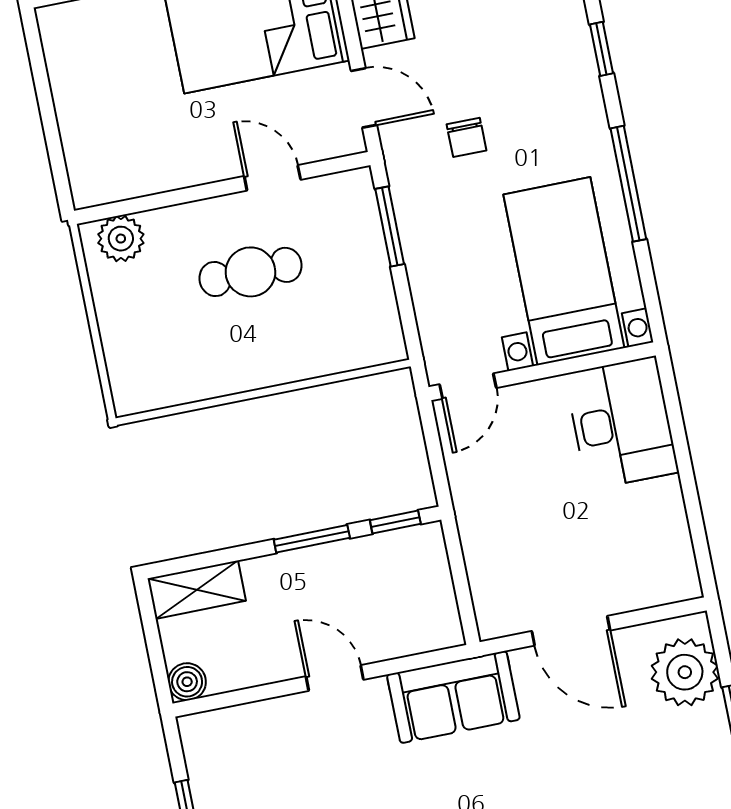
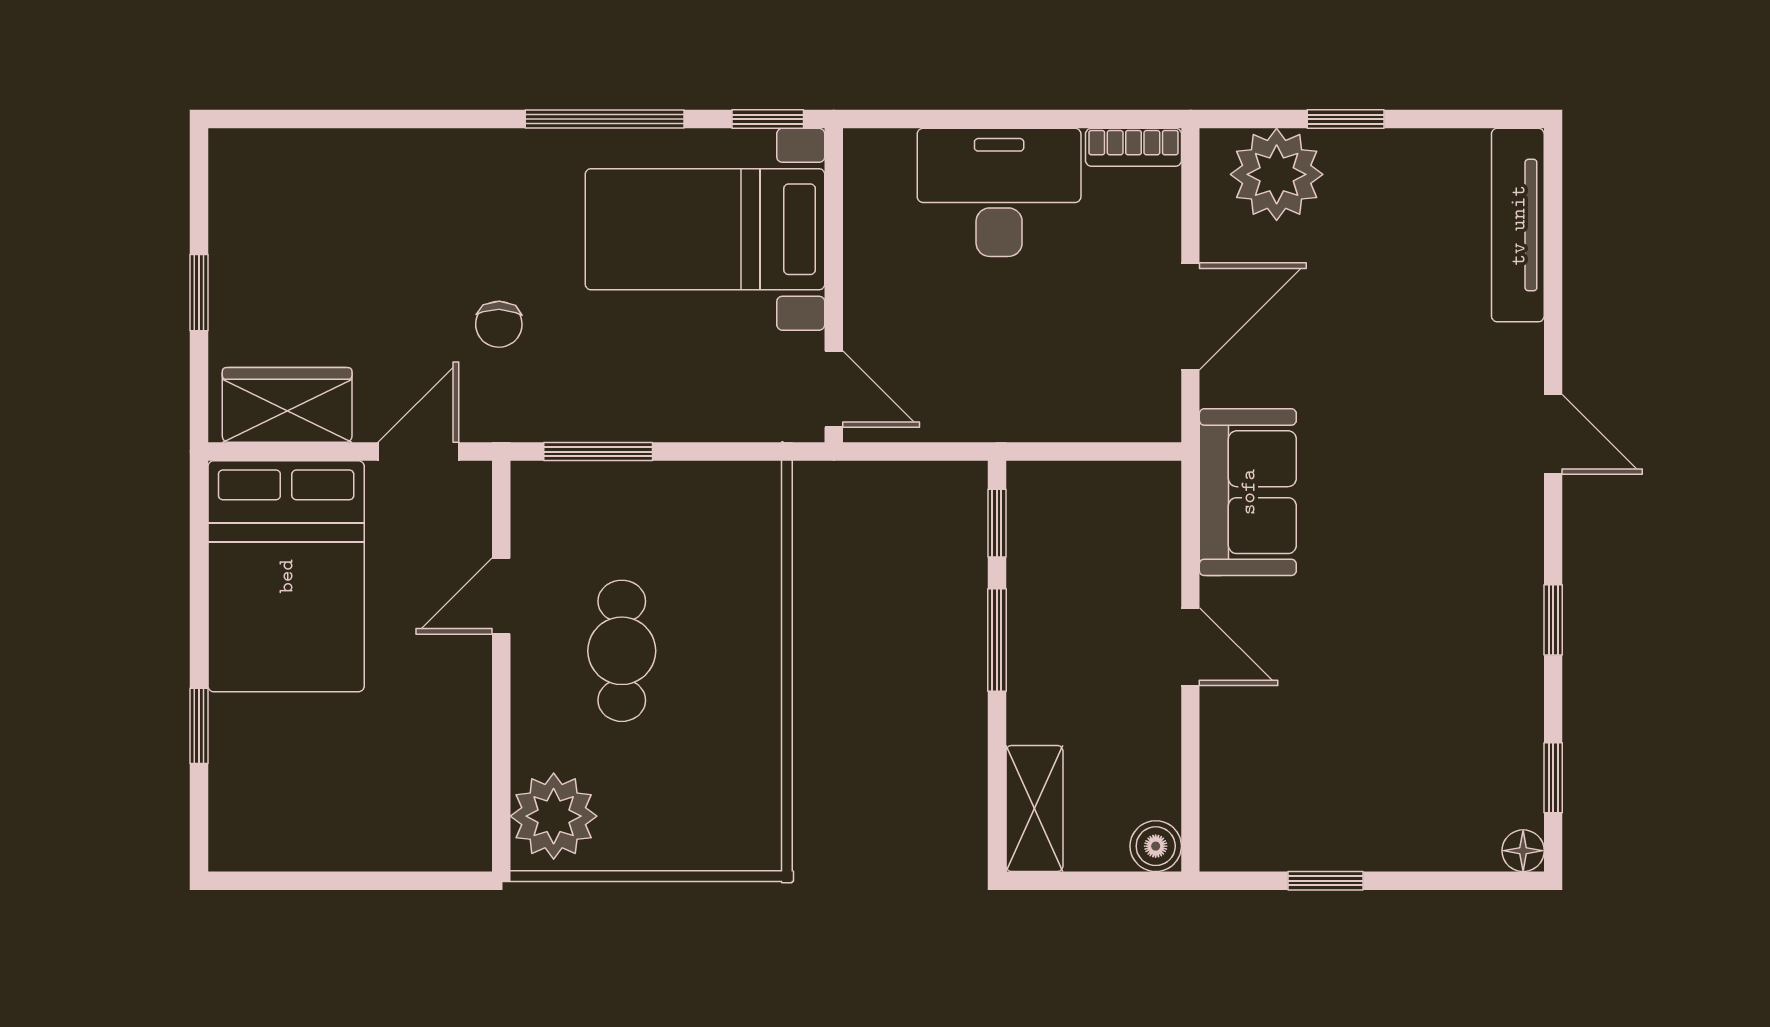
window: (601, 49) -> (768, 119), moved
chair: (466, 137) -> (499, 324), turned 91
plant: (121, 239) -> (554, 816), width x1.36, depth x1.36
desk: (622, 423) -> (999, 192), moved
bookcase: (684, 566) -> (1133, 147), added
door: (335, 678) -> (1190, 647), swing flipped

